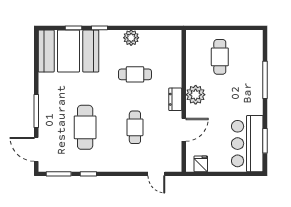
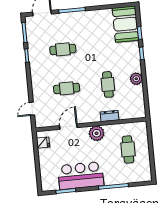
booth: (68, 51) -> (125, 24), width x0.73, depth x0.70
cafe table: (220, 57) -> (128, 149), turned 90
dresser: (175, 99) -> (109, 116), moved
cafe table: (85, 127) -> (63, 49), width x0.73, depth x0.74
door: (184, 130) -> (68, 127), swing flipped
bar counter: (247, 144) -> (81, 176), moved

